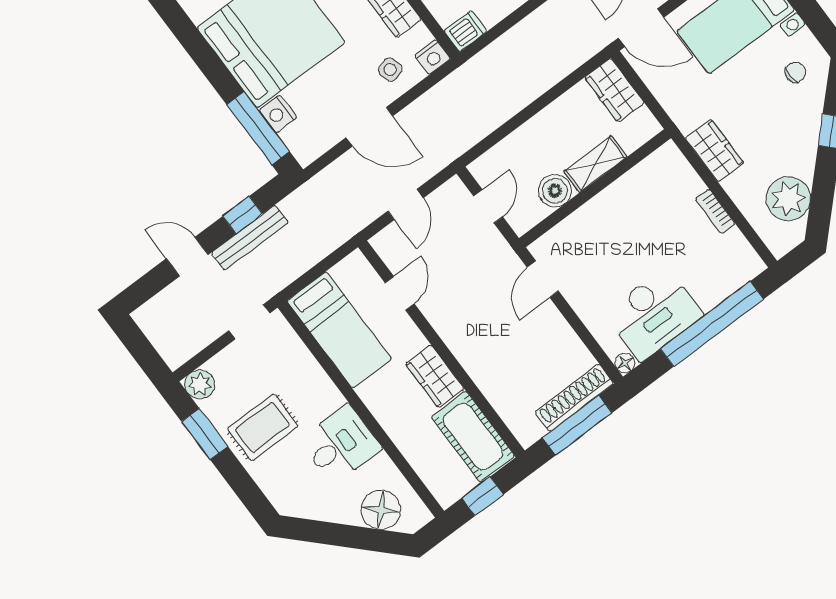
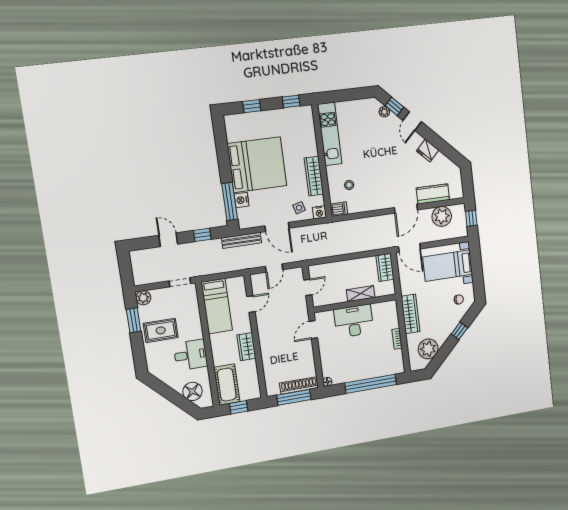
wardrobe: (715, 151) -> (410, 314), width x1.50
boiler: (555, 191) -> (338, 296), removed
bench: (250, 238) -> (242, 240), moved
desk: (654, 314) -> (354, 321), moved, turned 180
cot: (473, 437) -> (227, 385), moved

